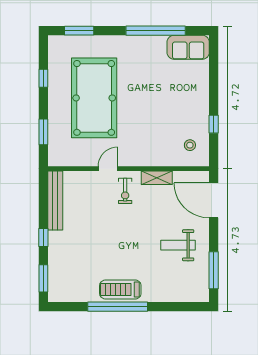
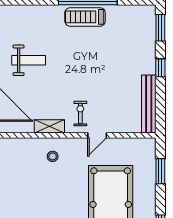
stool: (190, 145) -> (53, 156), moved
treadmill: (120, 289) -> (85, 17), turned 180

